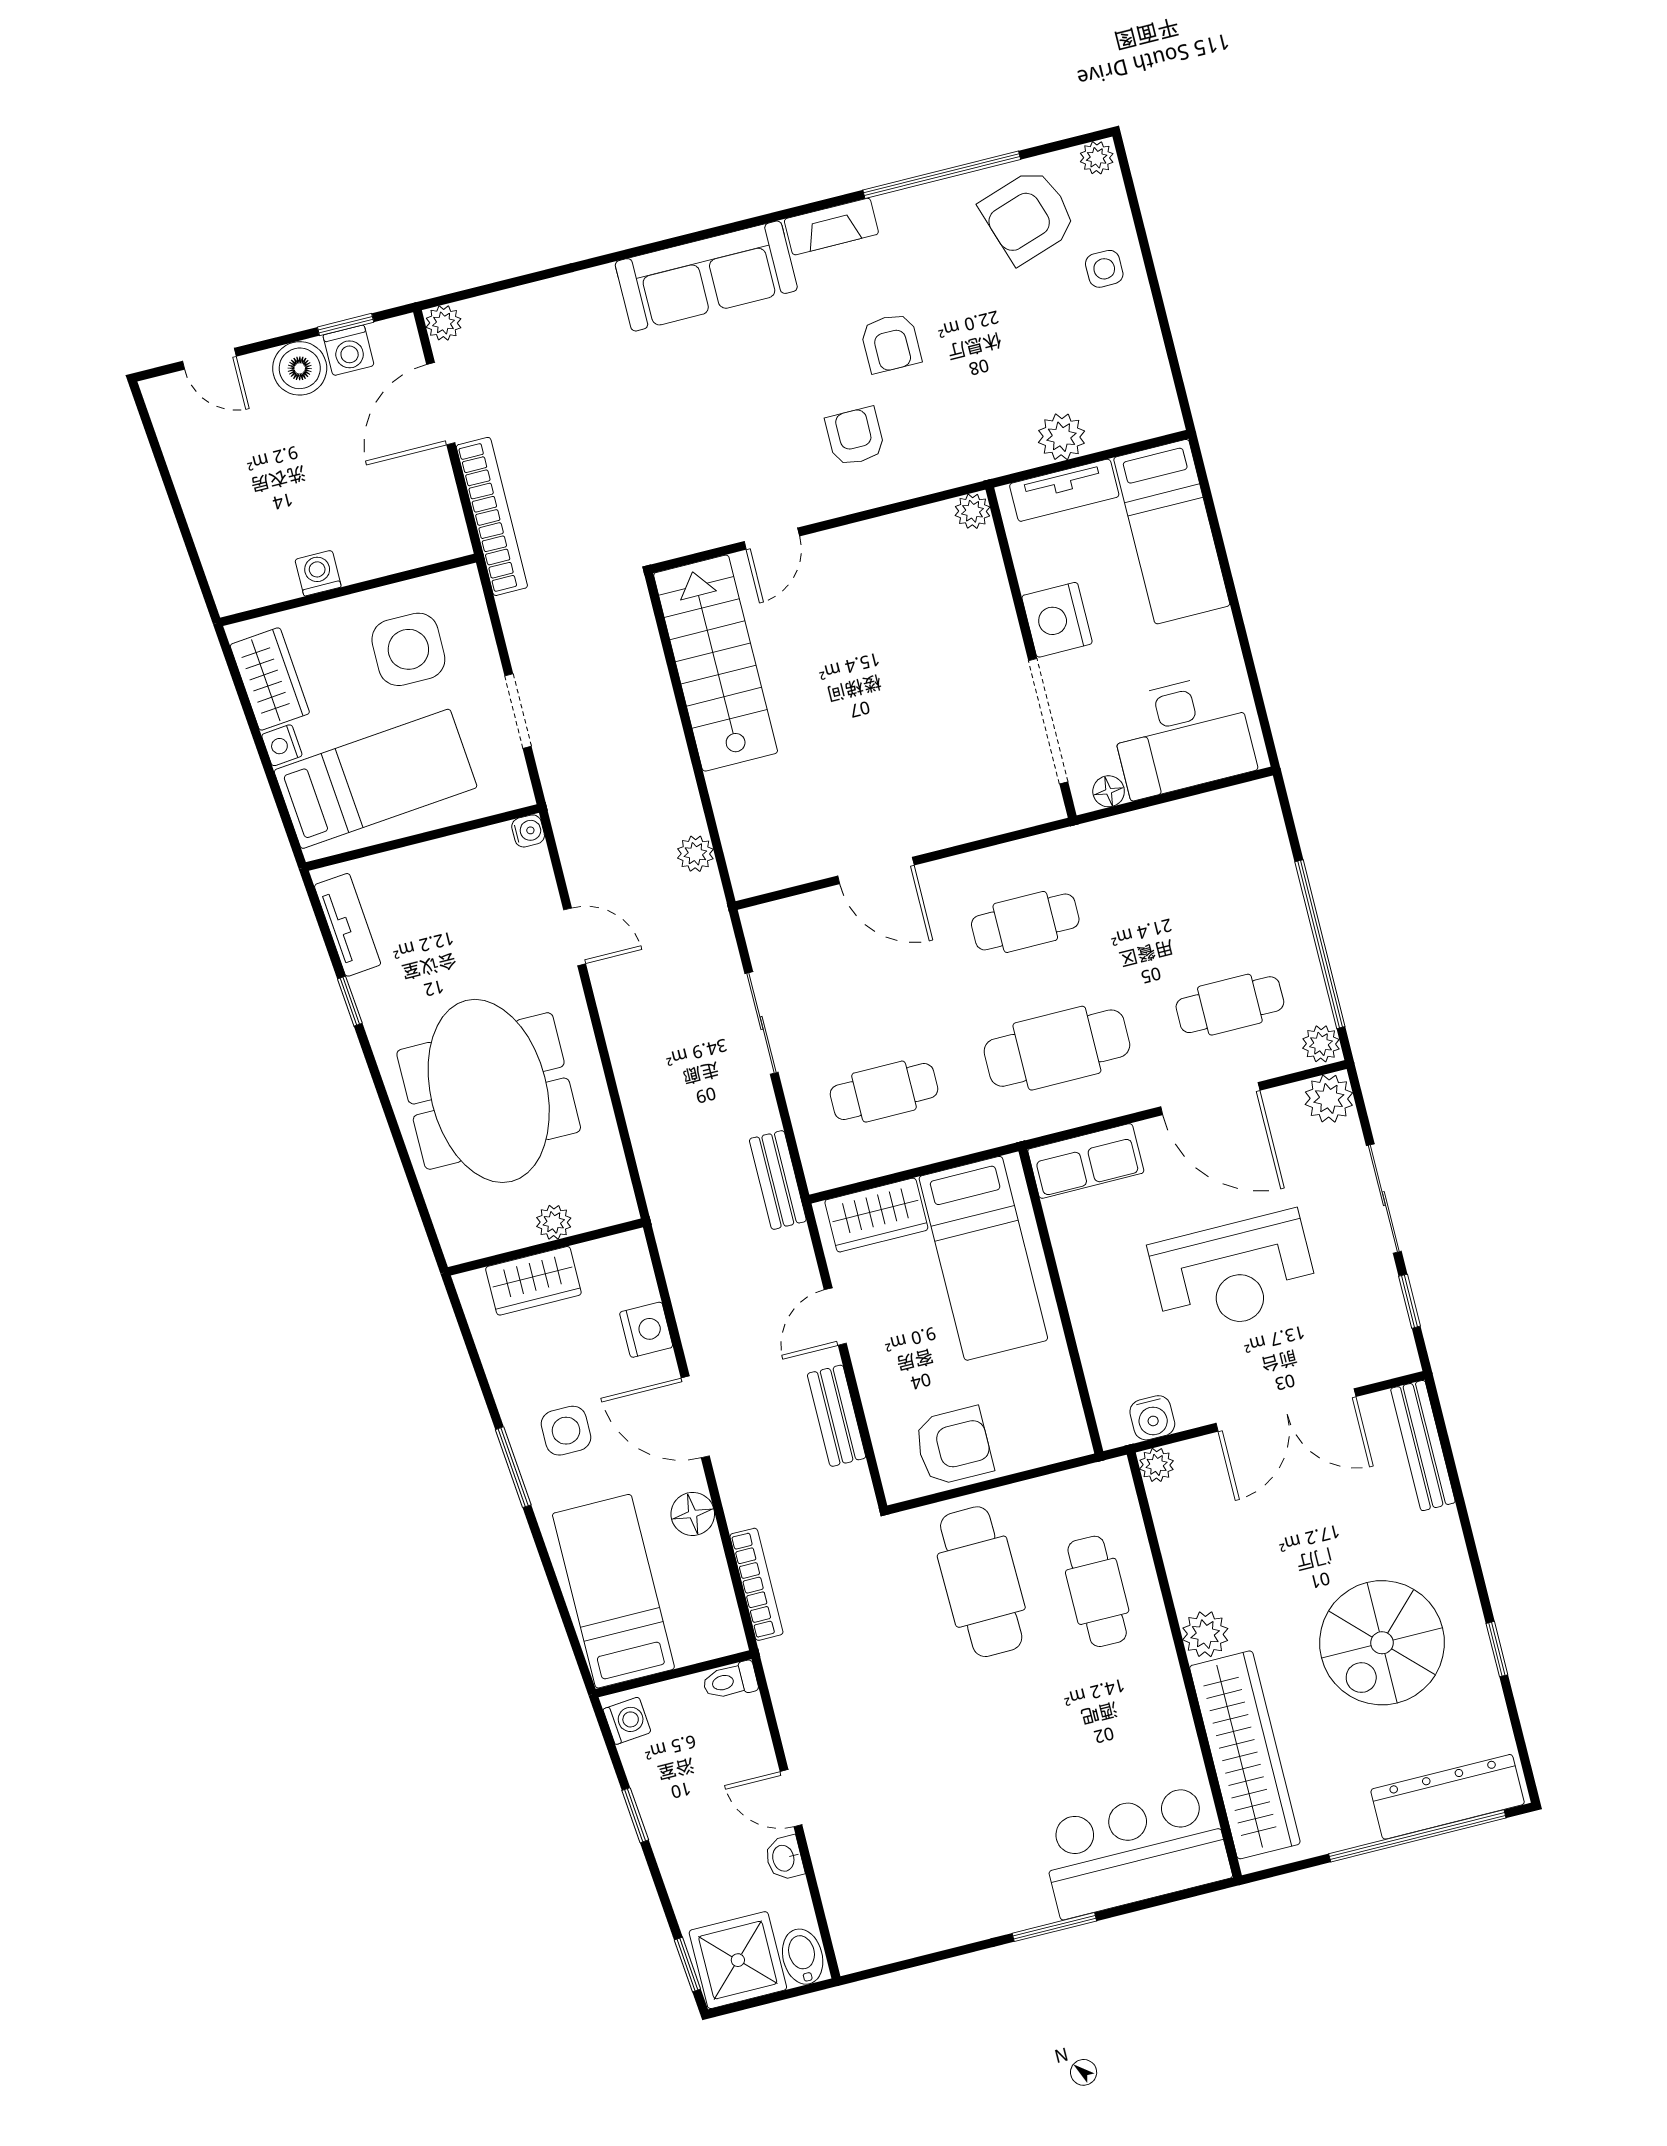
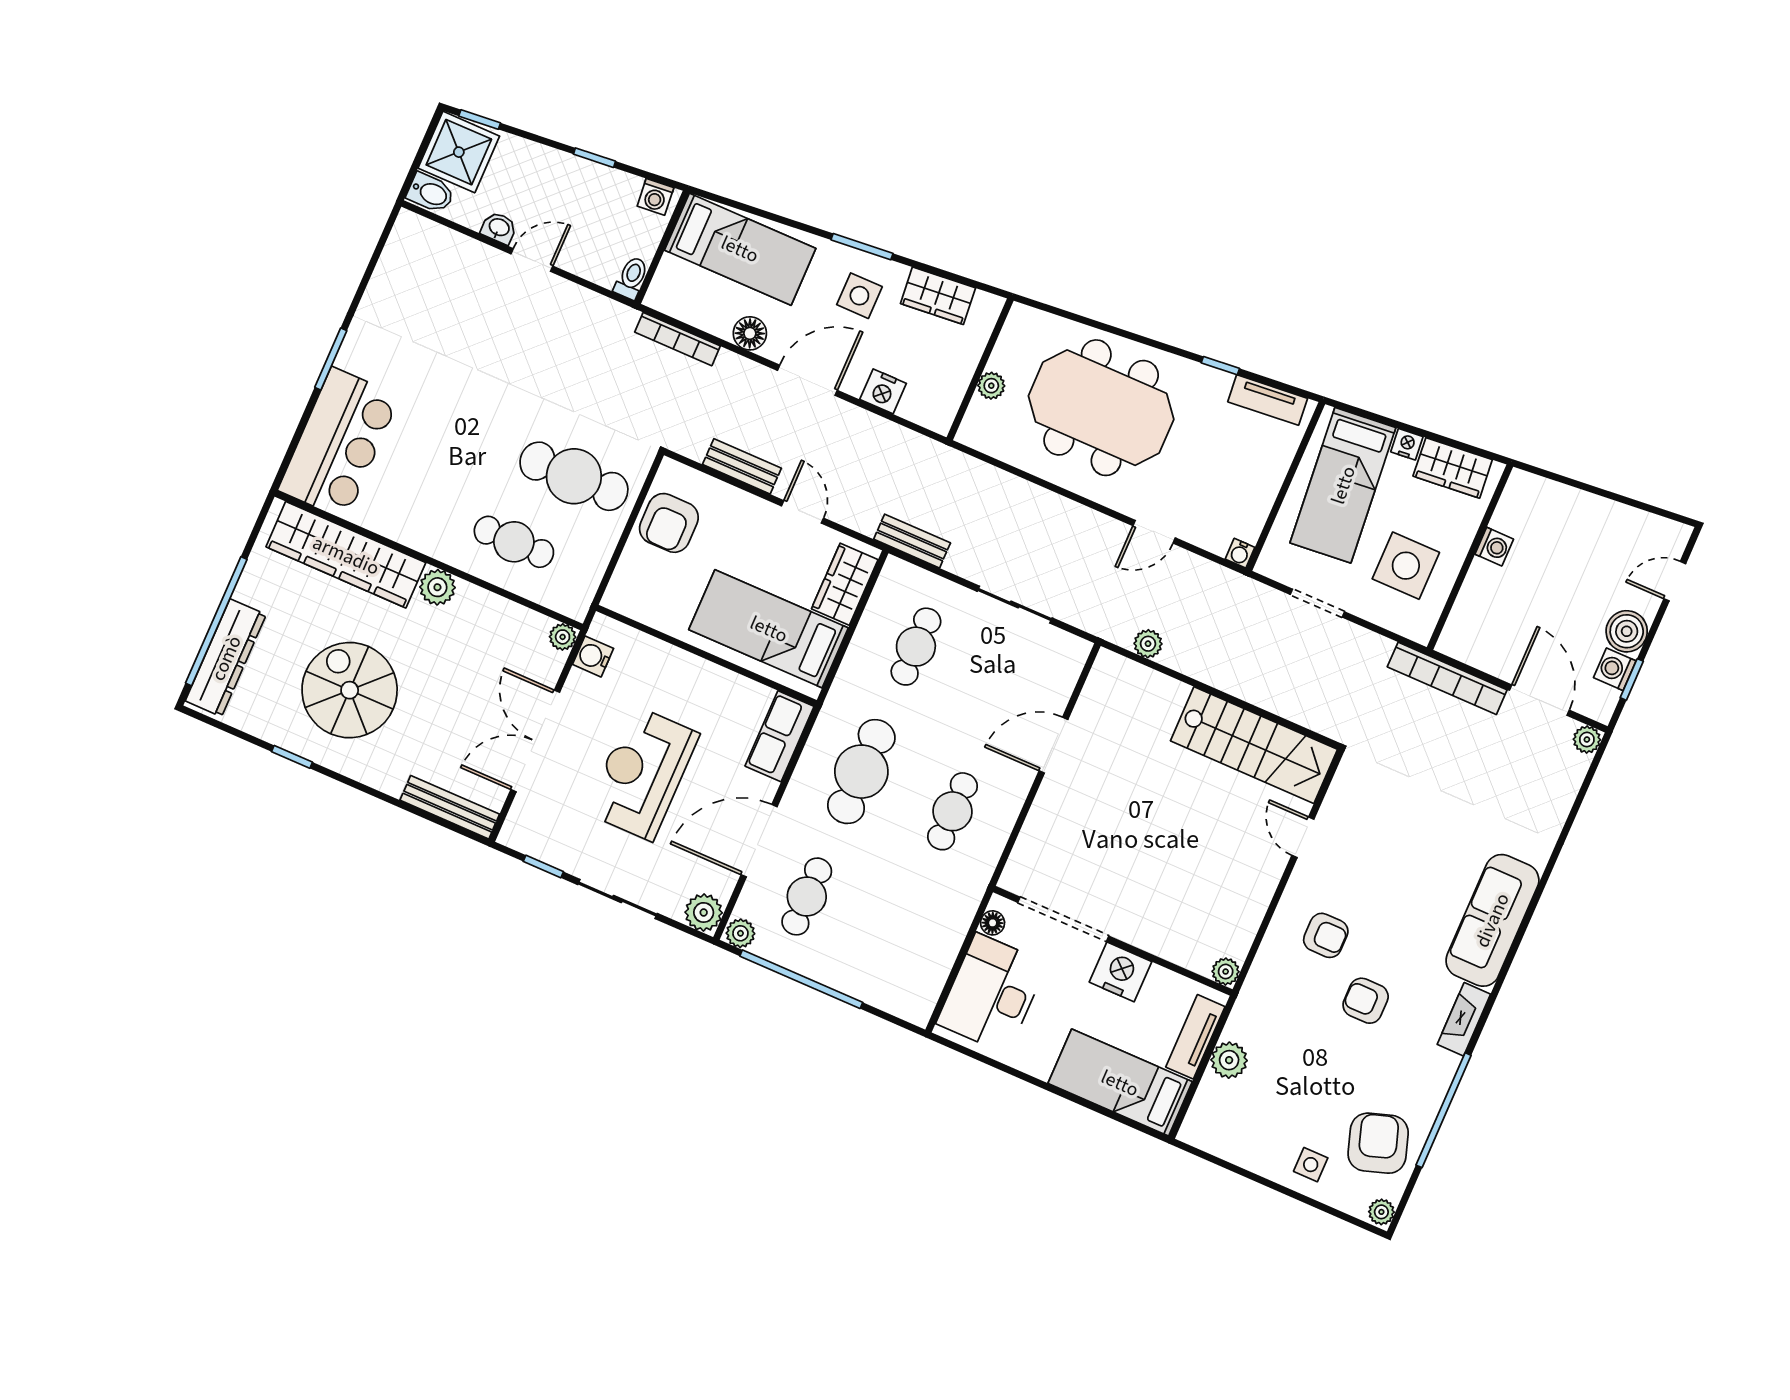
wardrobe: (533, 1281) -> (938, 296), moved, turned -95

